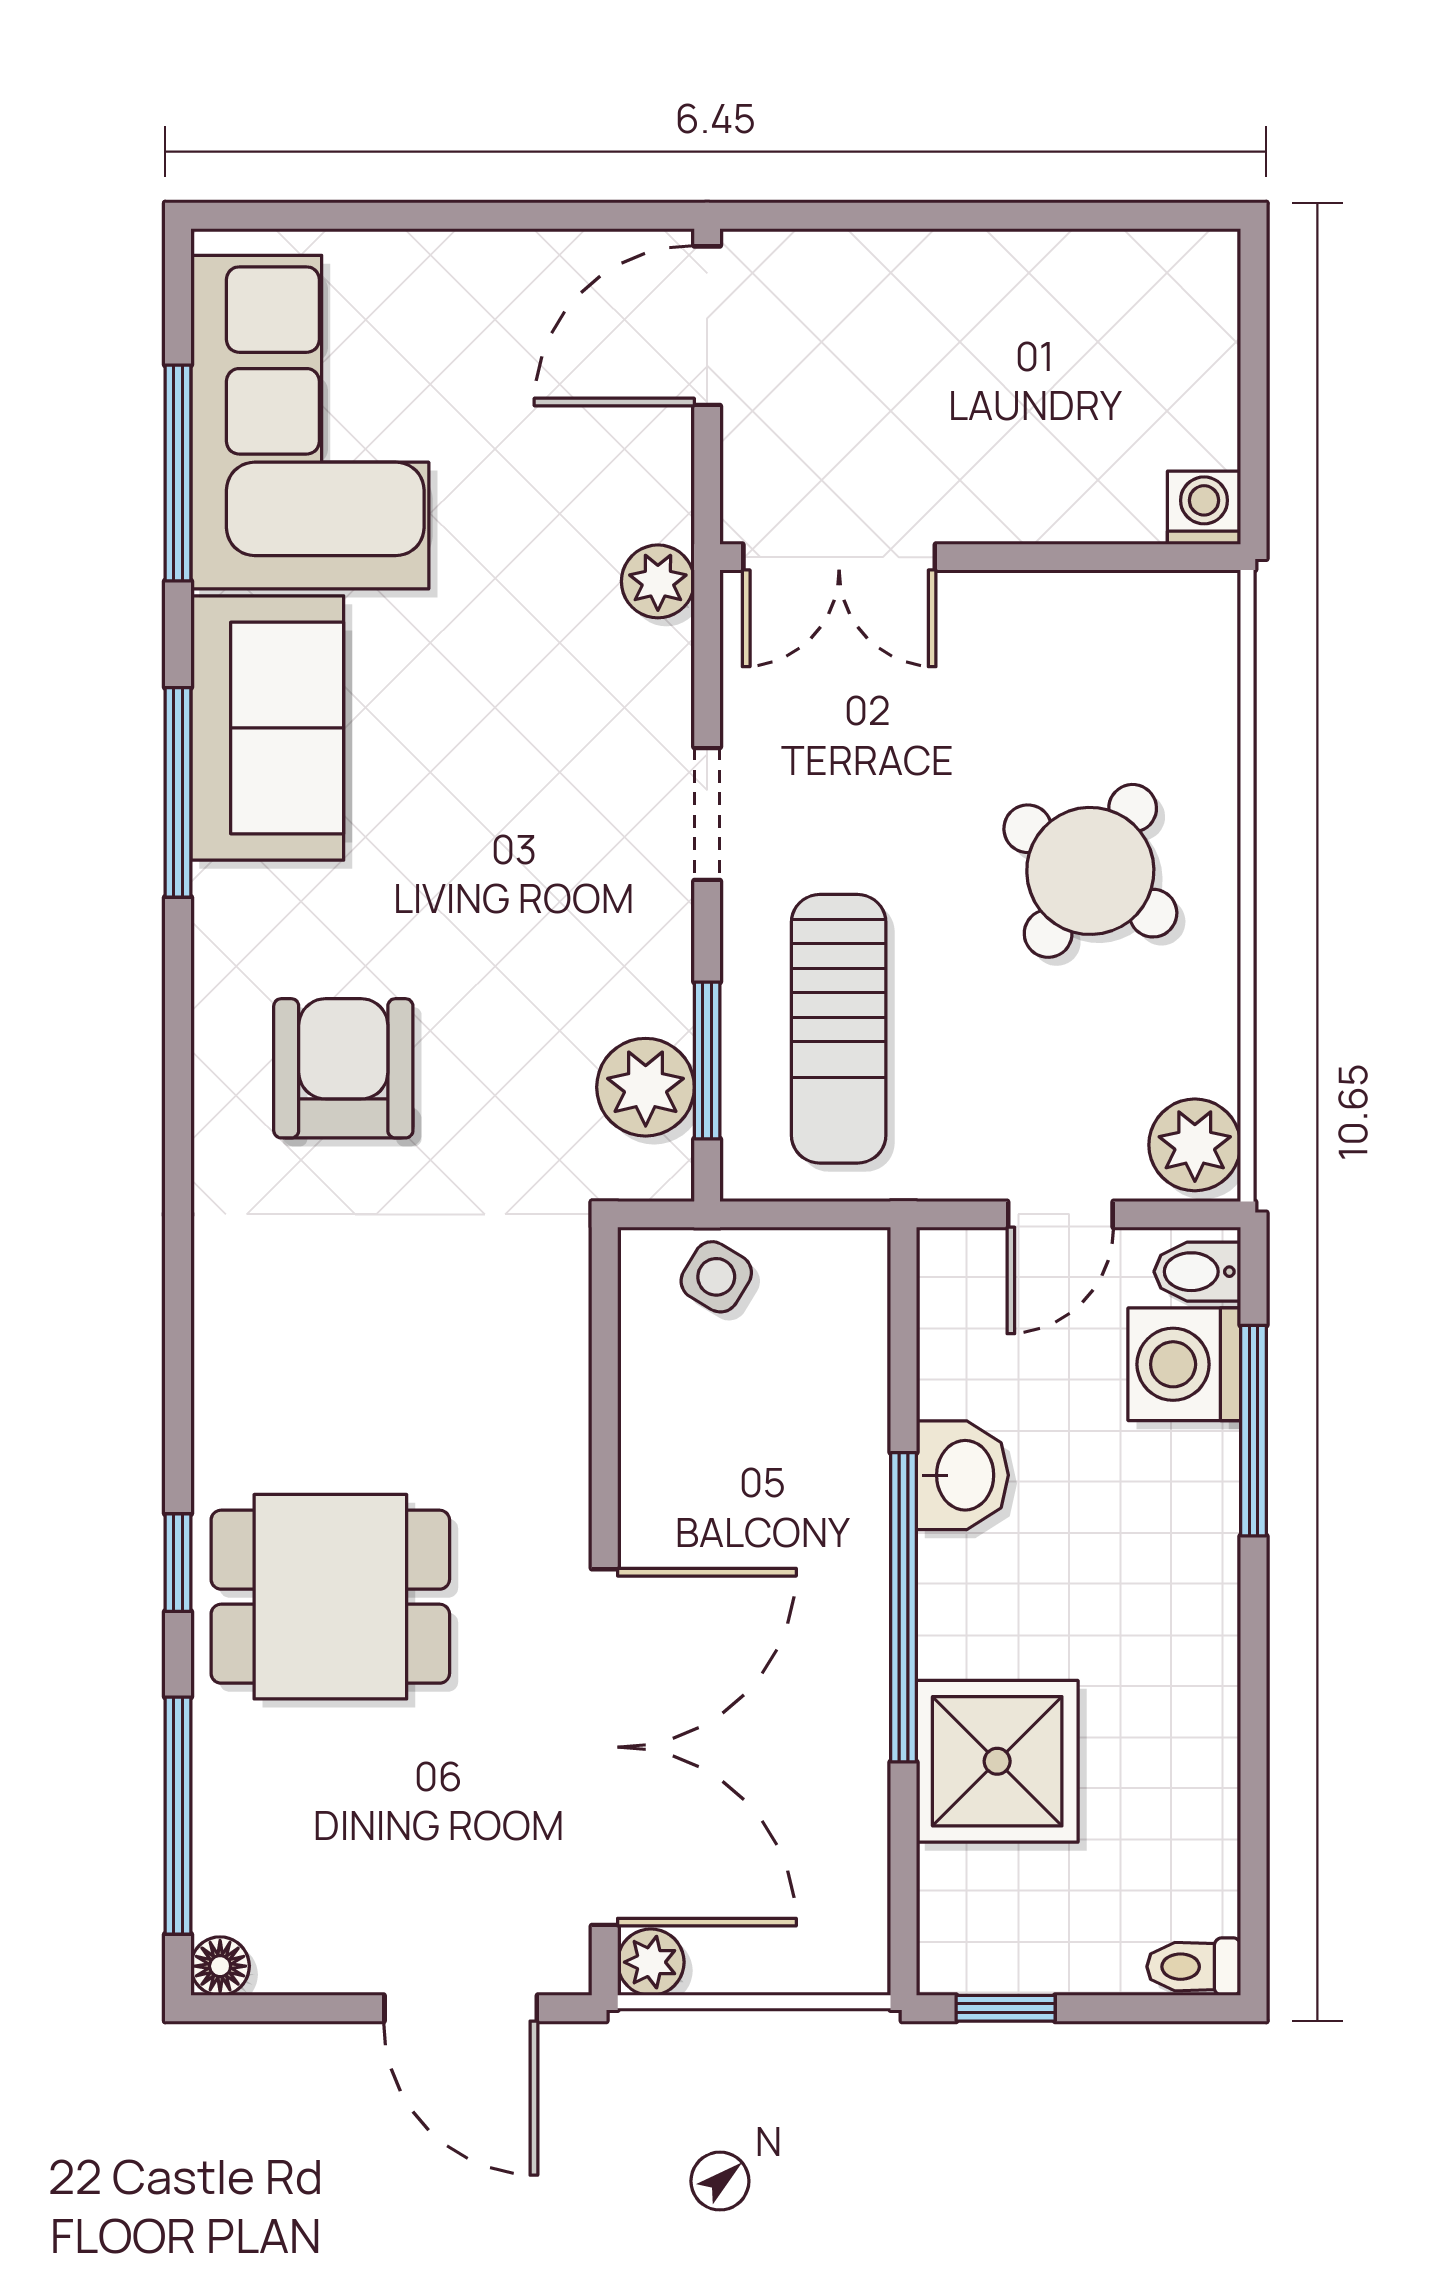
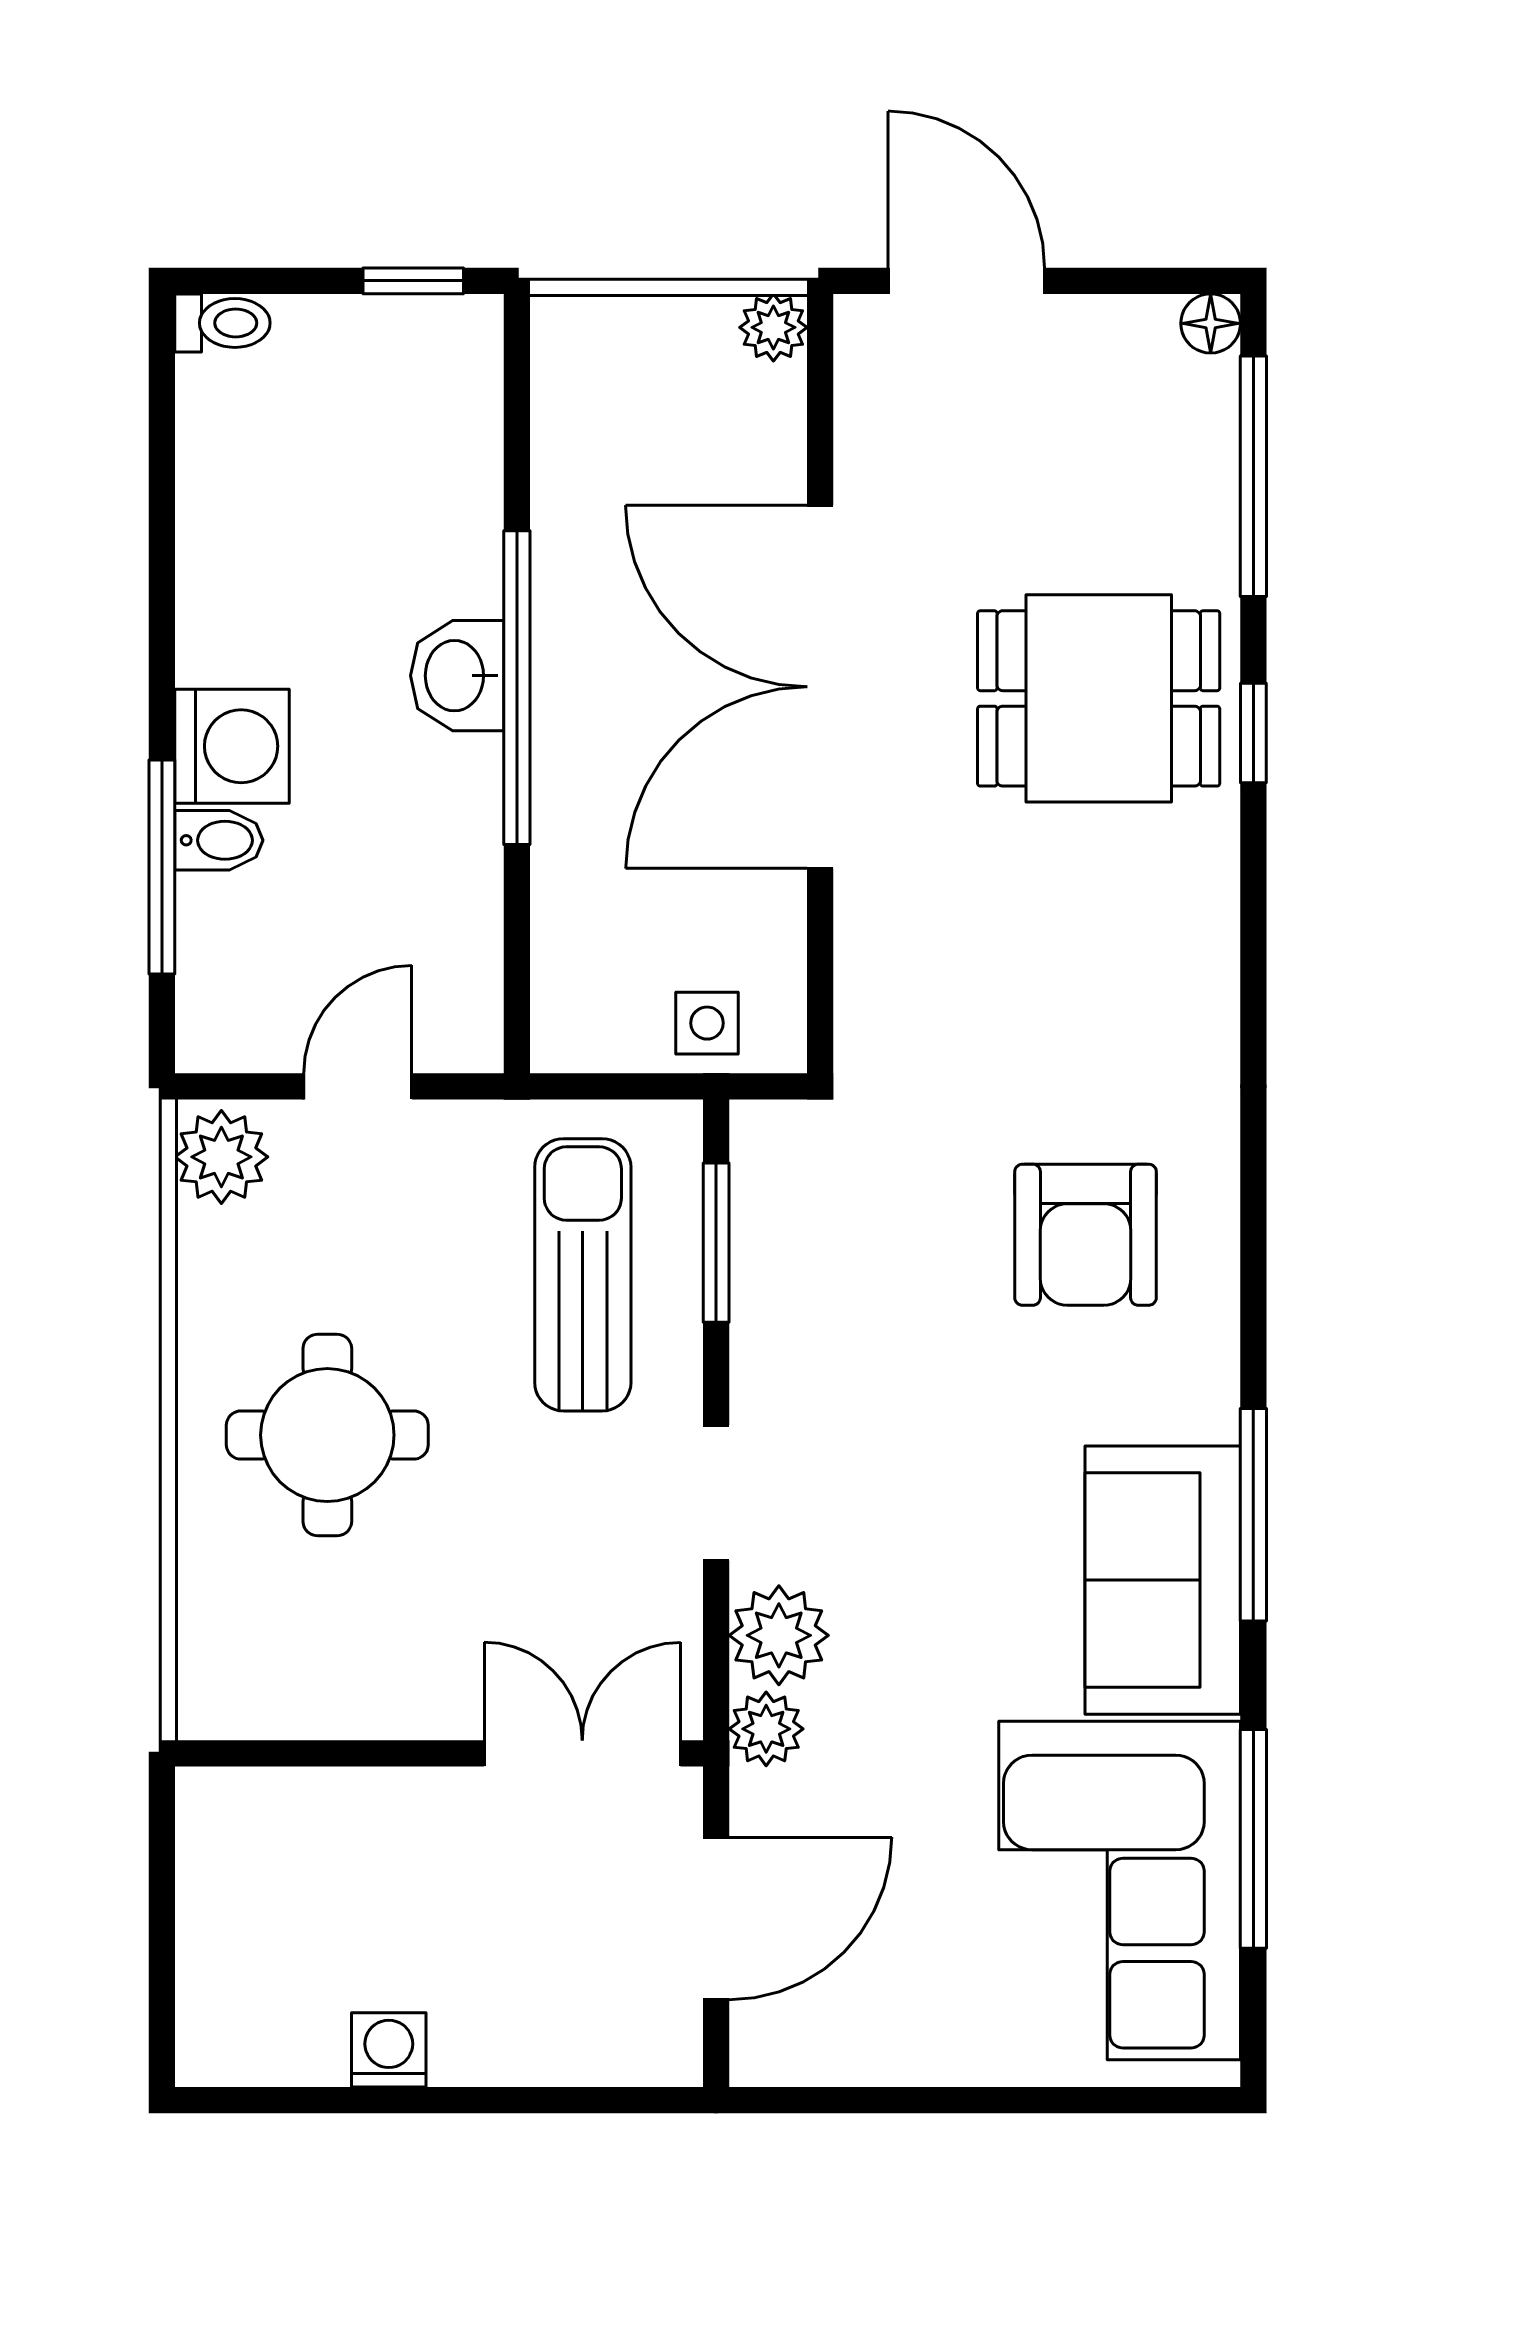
door: (707, 326) -> (716, 1918), moved
washing machine: (1204, 508) -> (389, 2050), moved, turned 180
round table: (1090, 871) -> (327, 1435), turned -34
plant: (646, 1087) -> (779, 1635), moved
bidet: (1197, 1272) -> (219, 840), moved
side table: (716, 1277) -> (707, 1023), turned -31
washing machine: (1184, 1364) -> (232, 746), moved
washbasin: (962, 1475) -> (457, 676), moved
double door: (605, 1747) -> (820, 687), moved
shower: (997, 1761) -> (422, 531), removed

